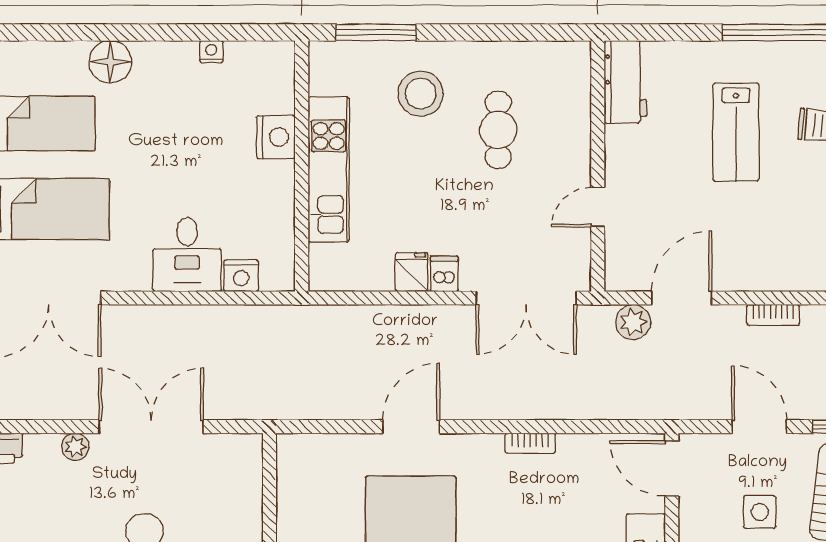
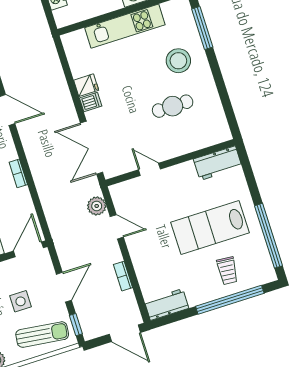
lab bench: (736, 132) -> (210, 227), width x1.36, depth x1.39
door: (682, 298) -> (117, 227), width x0.73

